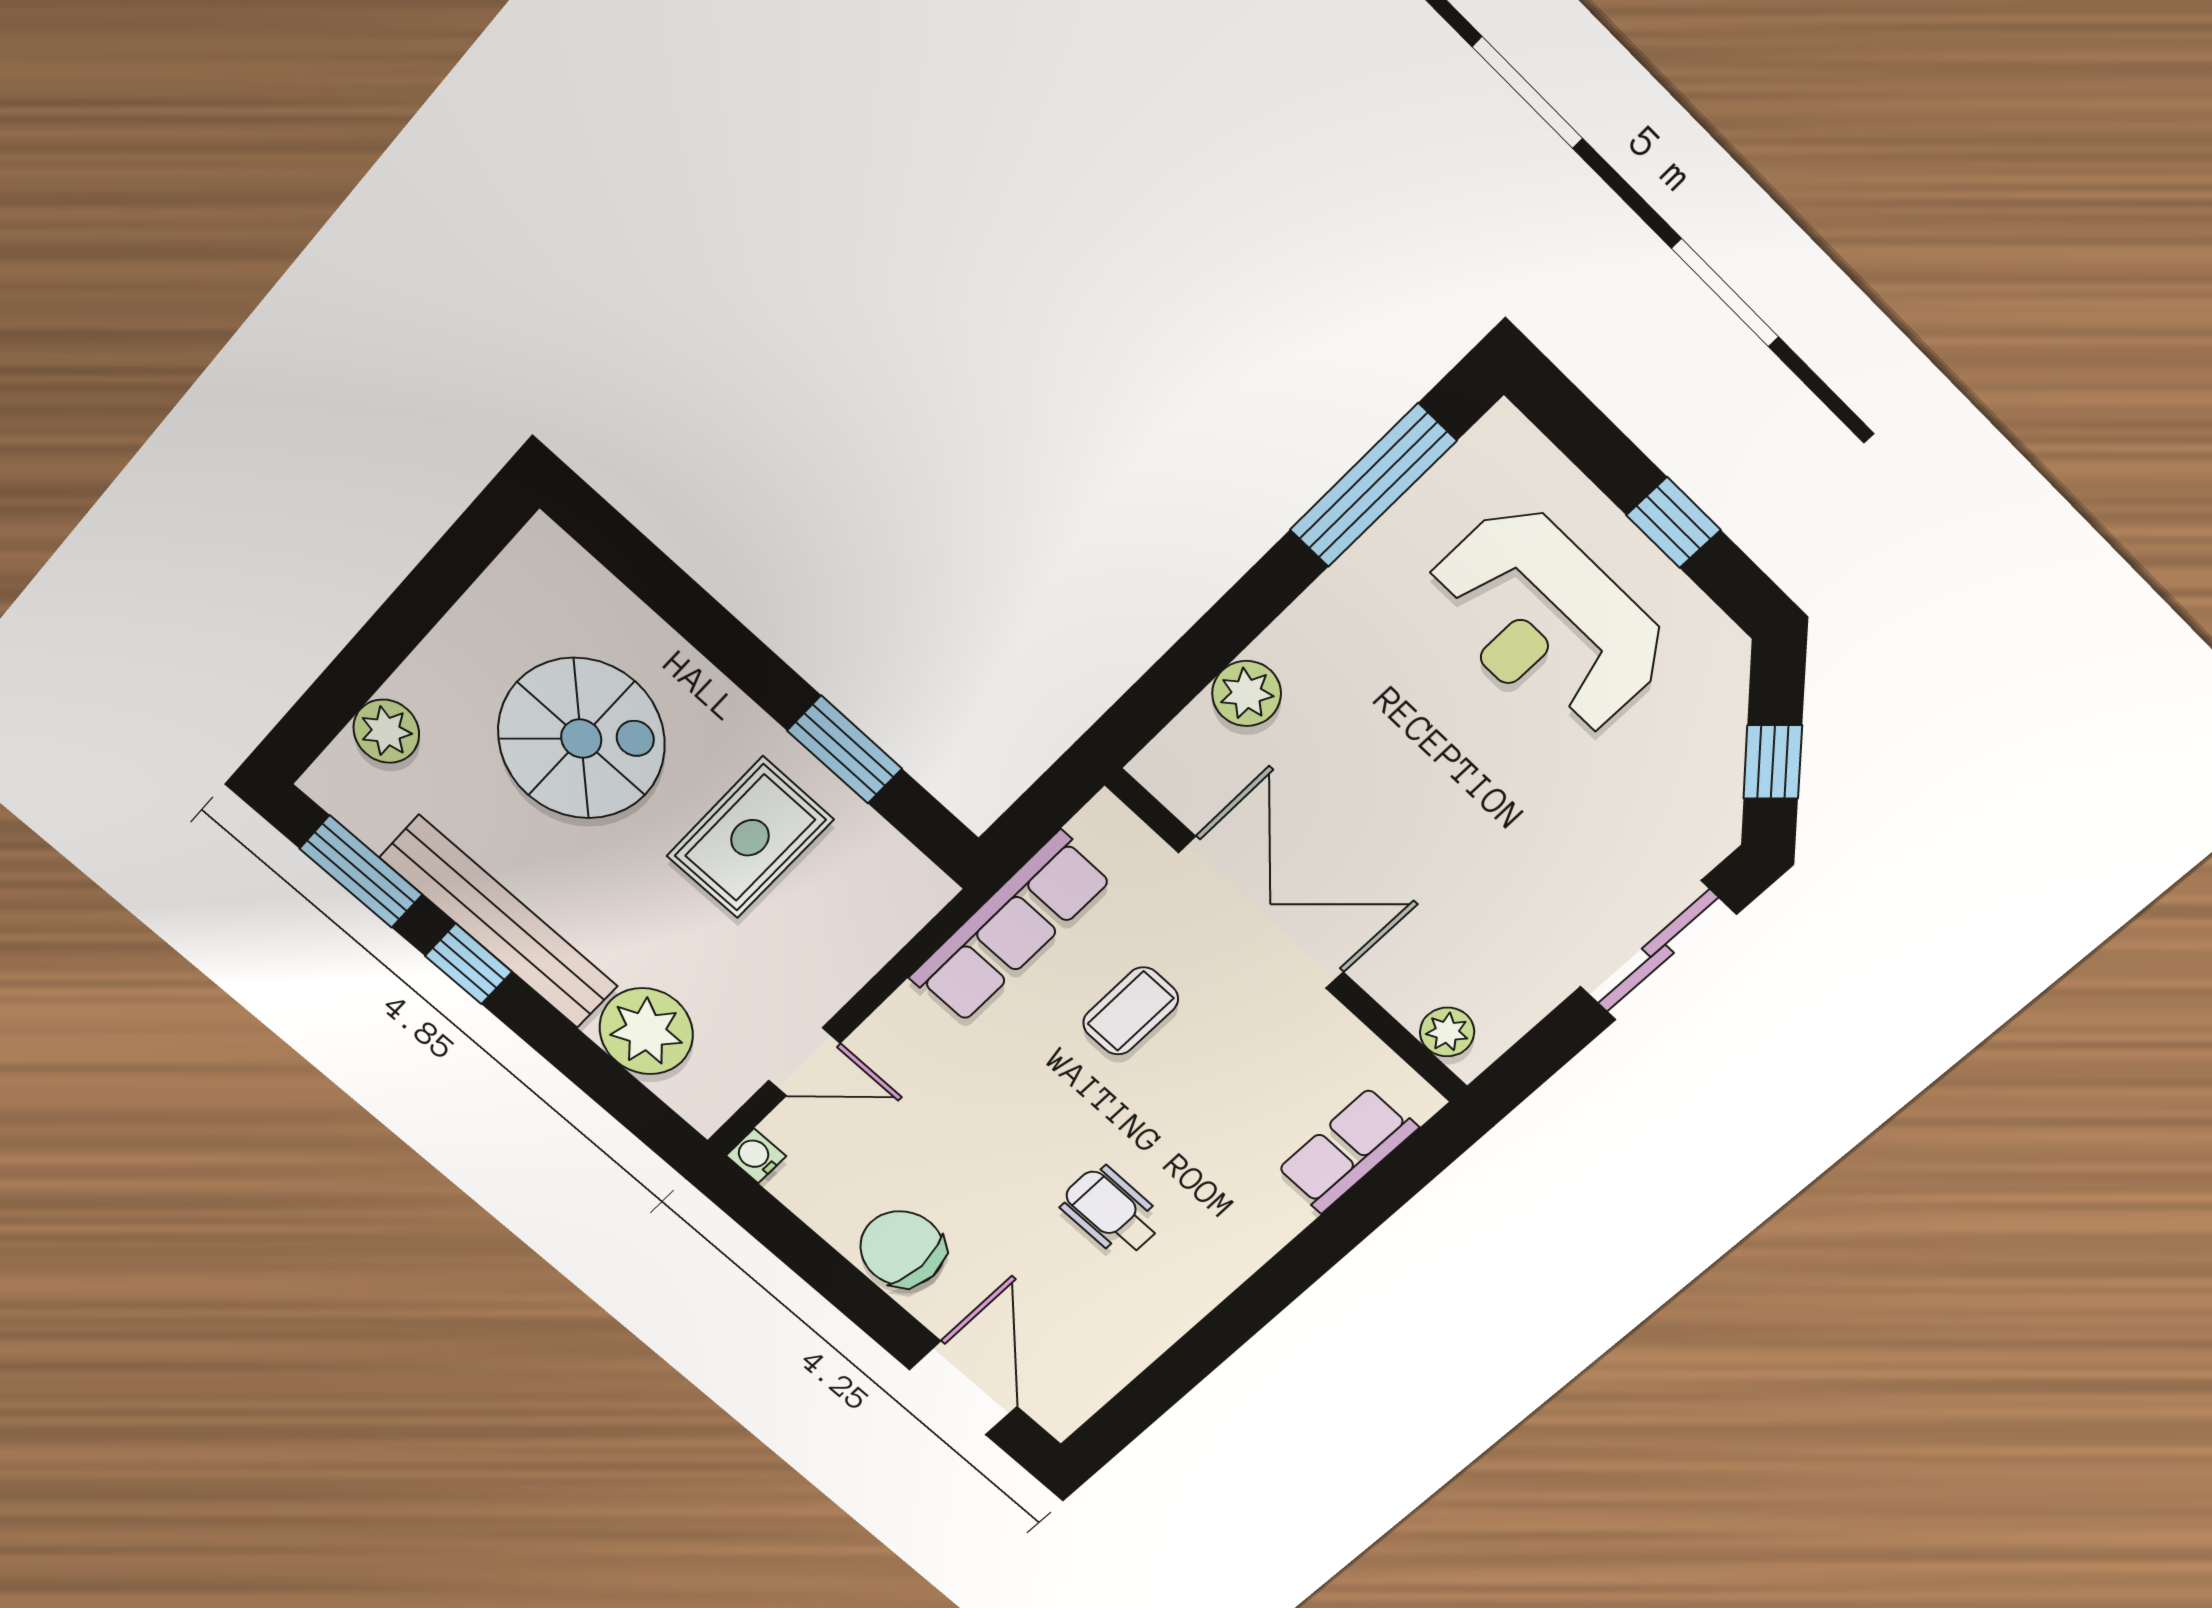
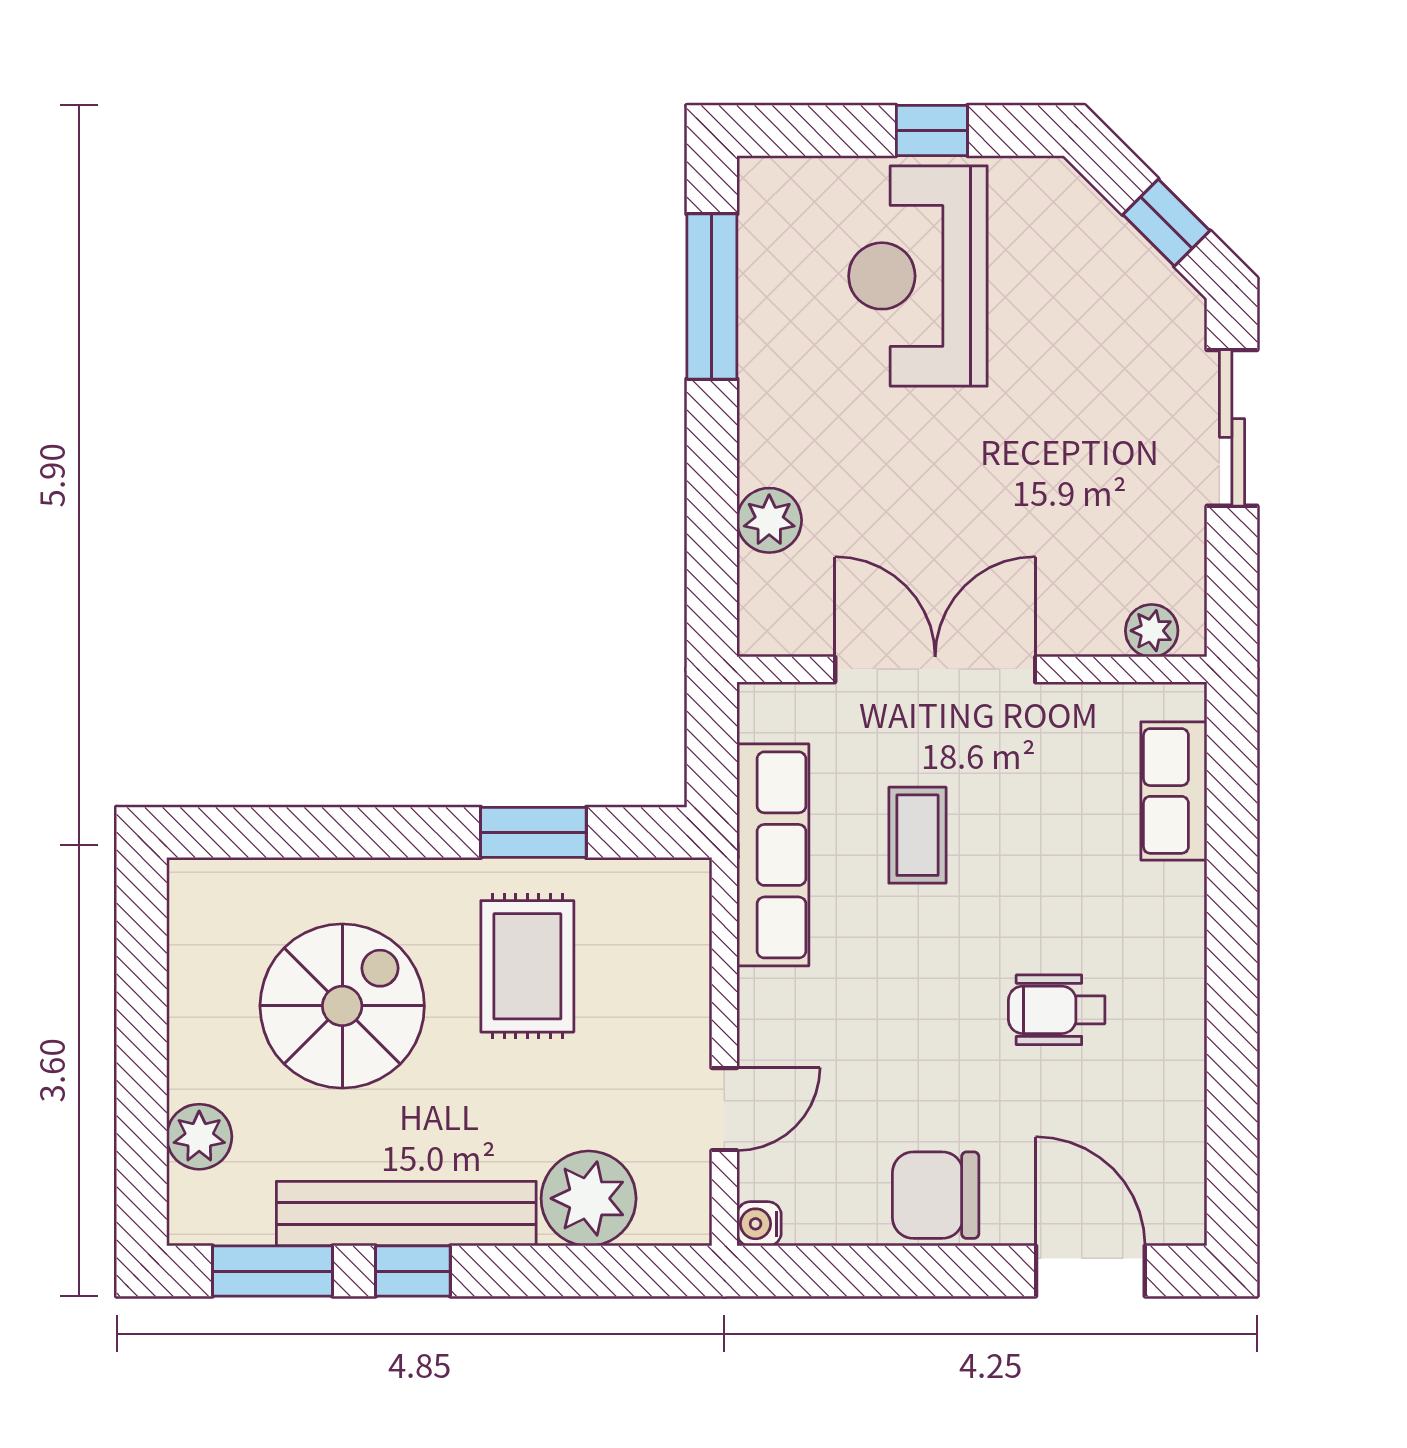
reception desk: (1546, 622) -> (918, 276), turned 90

